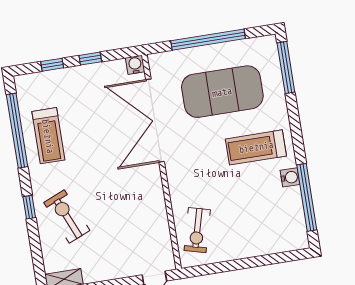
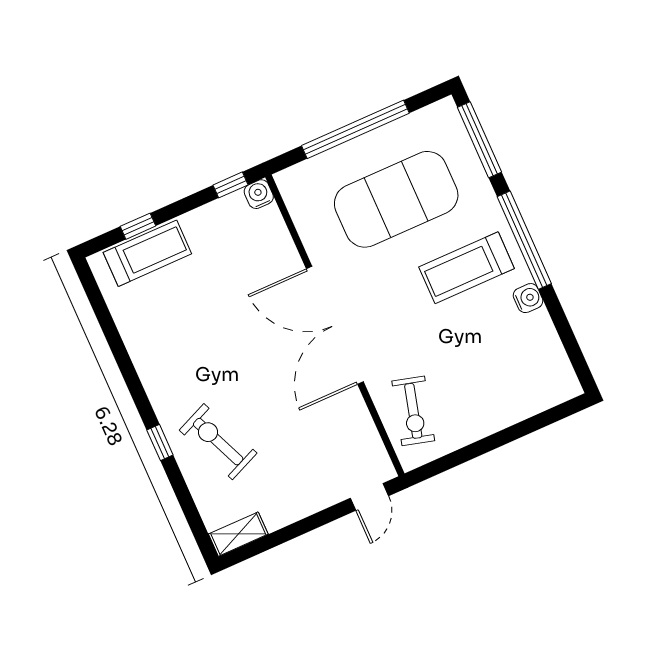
window: (90, 59) -> (231, 185), moved
double door: (155, 121) -> (335, 325), moved
window: (17, 131) -> (112, 336), removed
treadmill: (48, 136) -> (147, 253), moved, turned -90
window: (307, 197) -> (524, 240), moved

